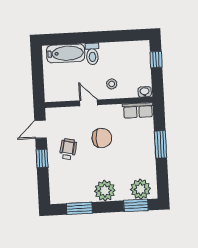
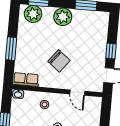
door: (89, 103) -> (77, 93), moved
chair: (102, 138) -> (59, 61), turned -142
wheelchair: (68, 149) -> (88, 56), removed

